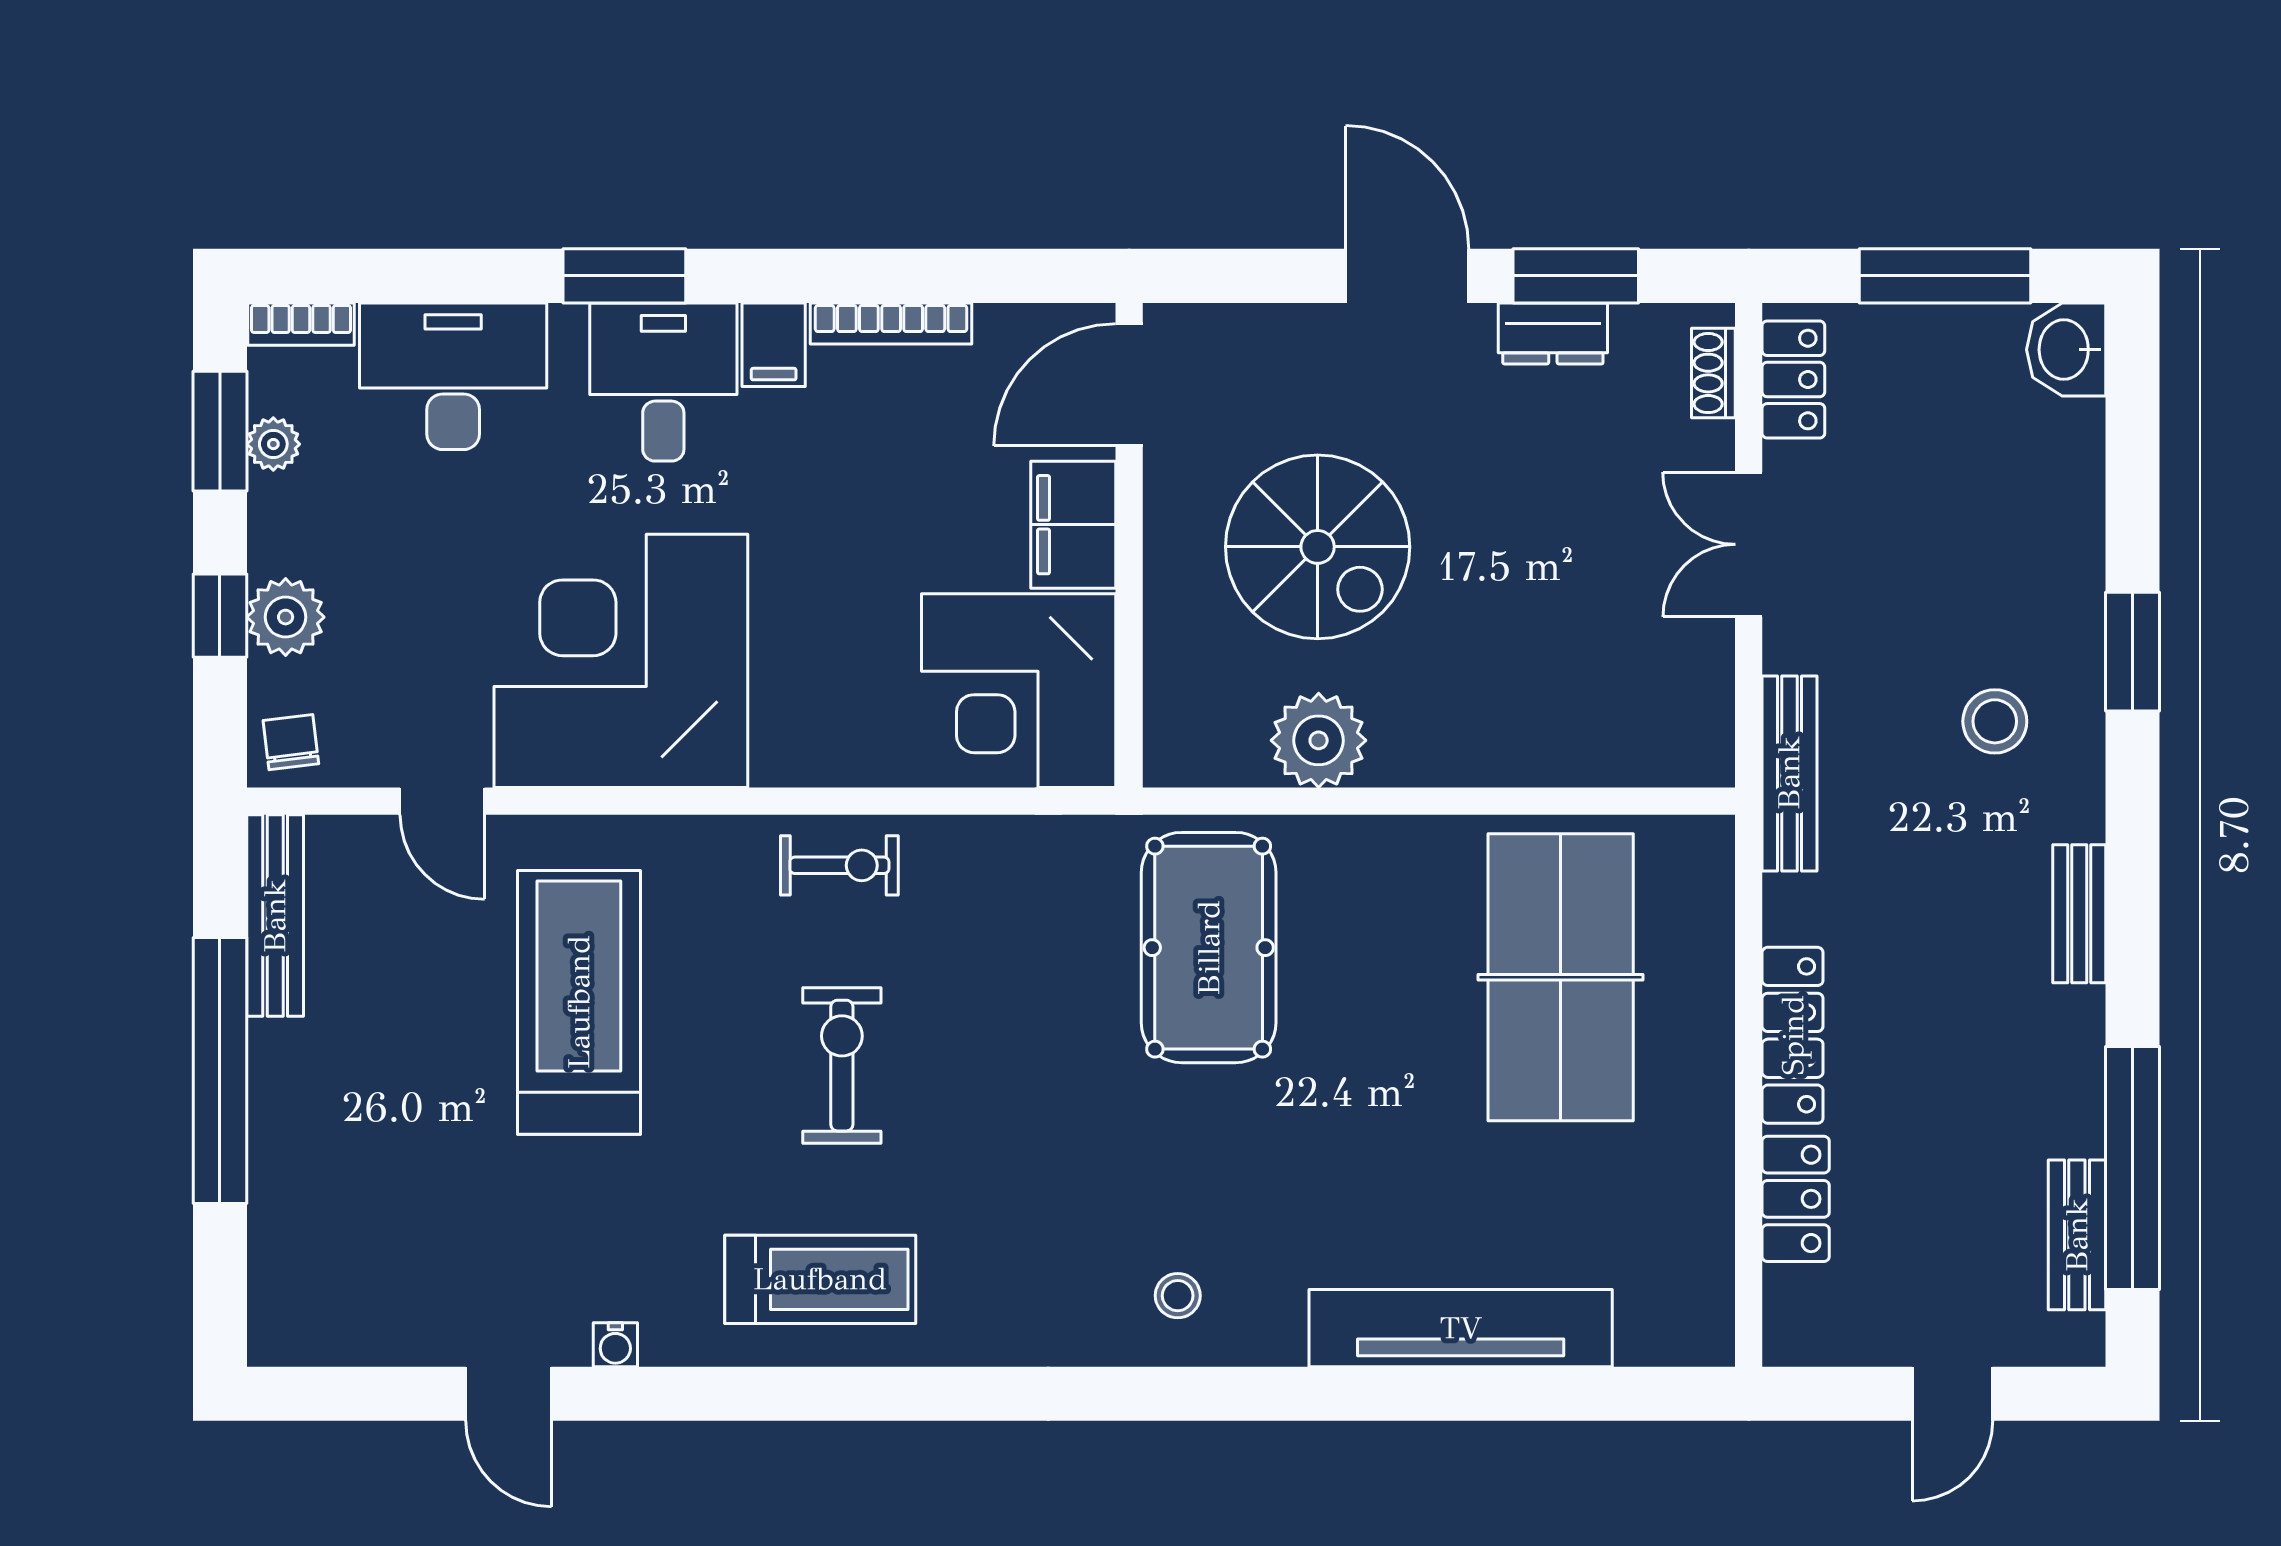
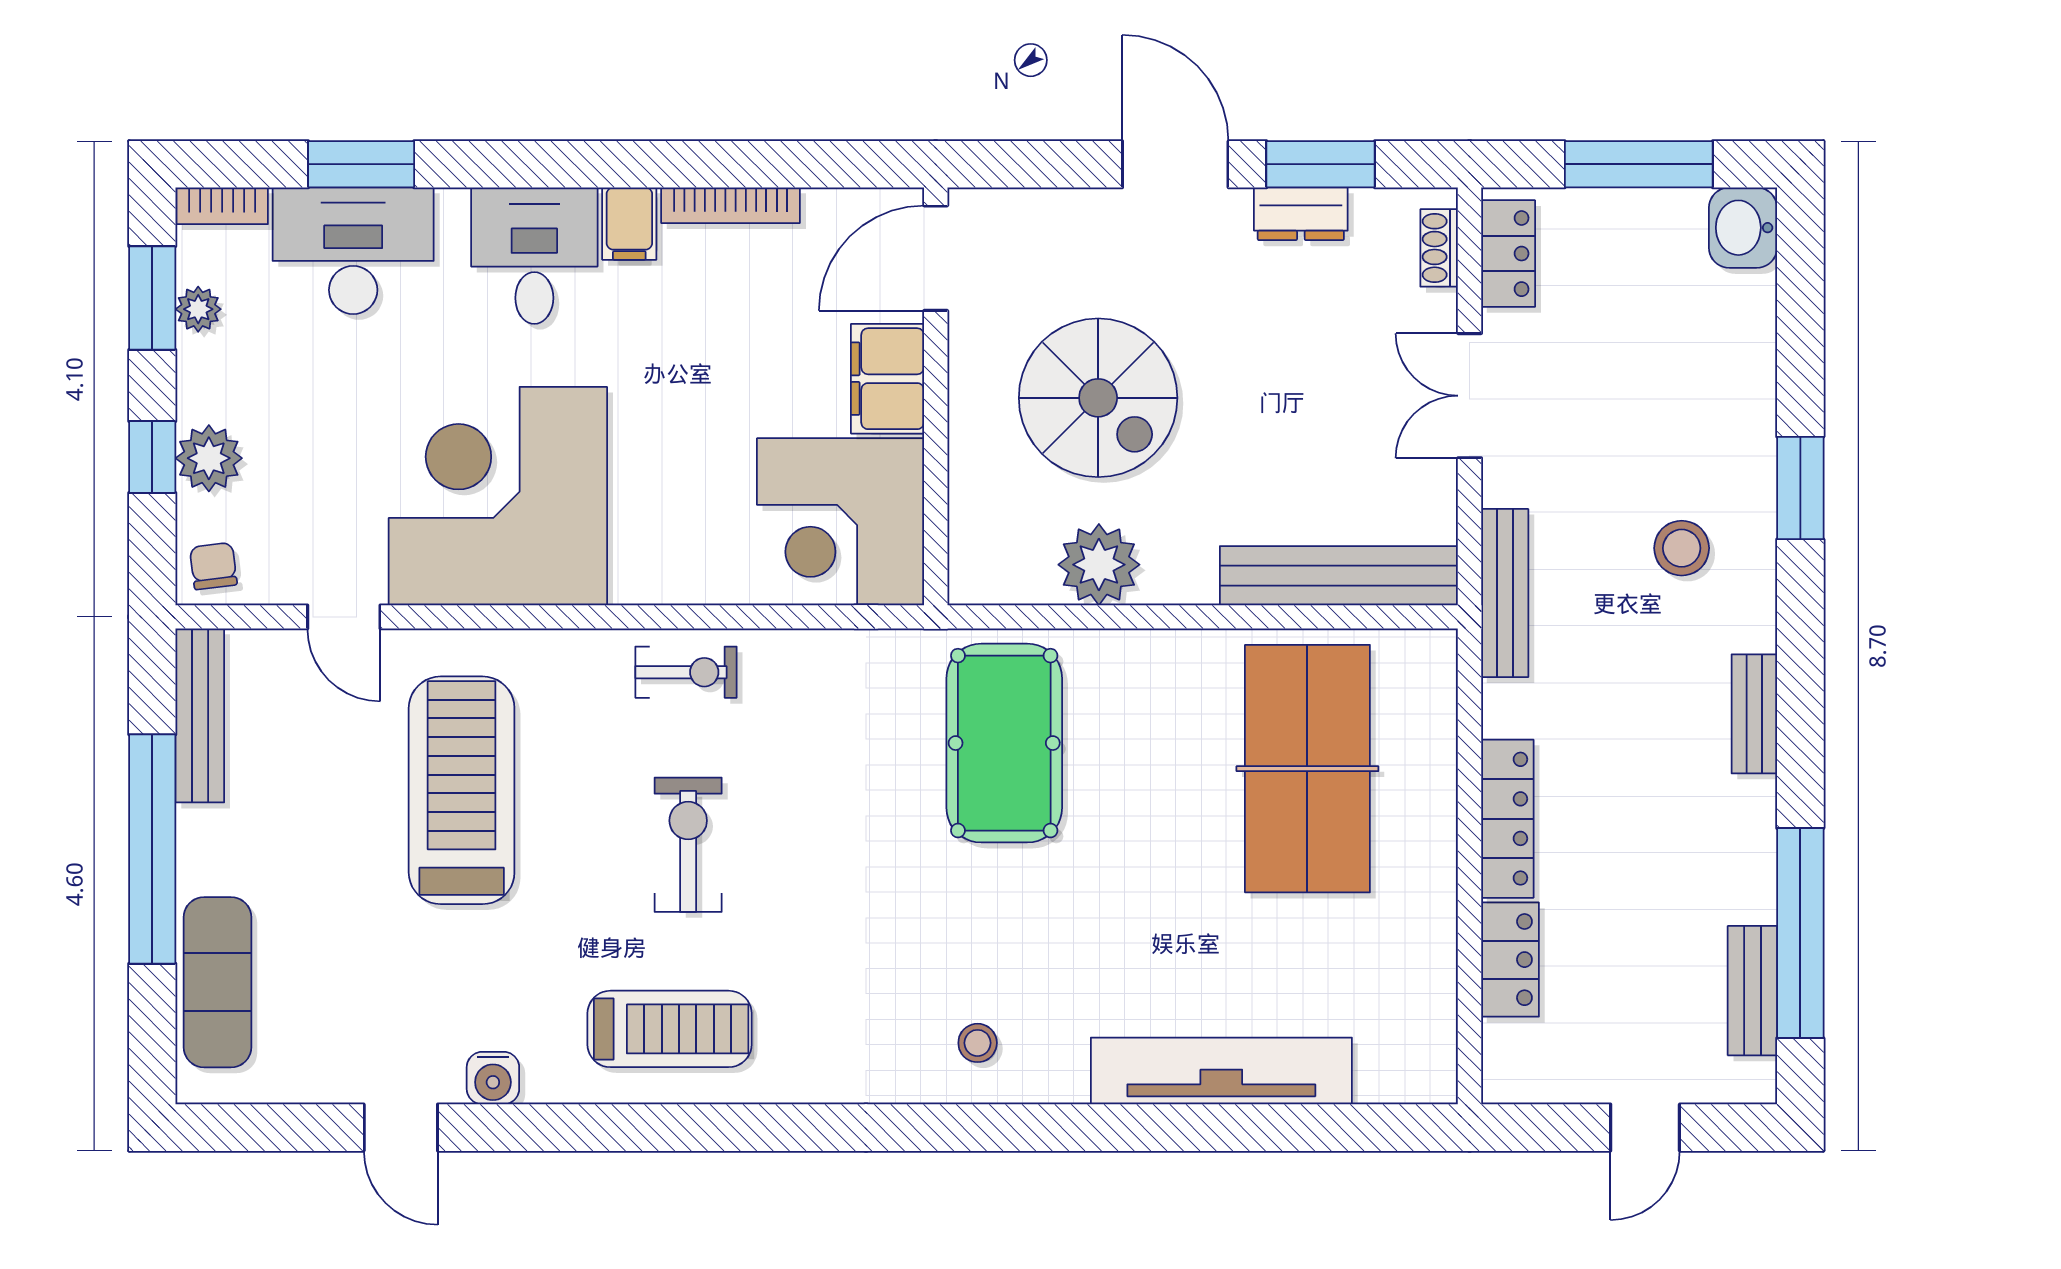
window: (624, 276) -> (361, 164), moved
bench: (1597, 753) -> (1339, 576), added
exercise mat: (296, 1225) -> (218, 982), added
water cooler: (615, 1345) -> (493, 1078), width x1.38, depth x1.38

